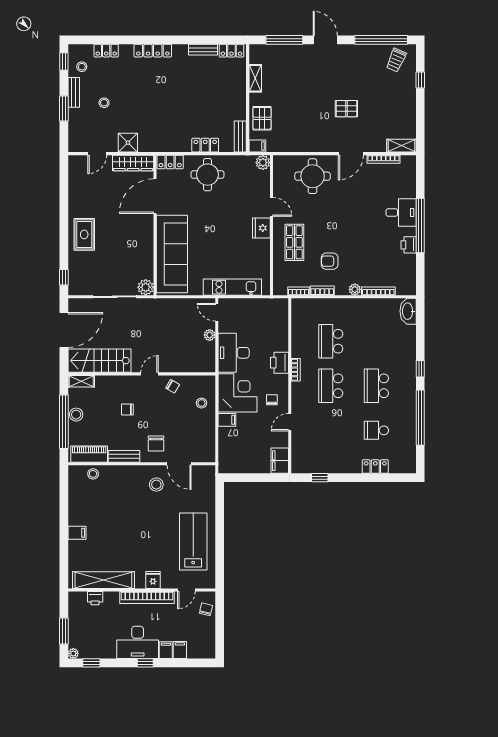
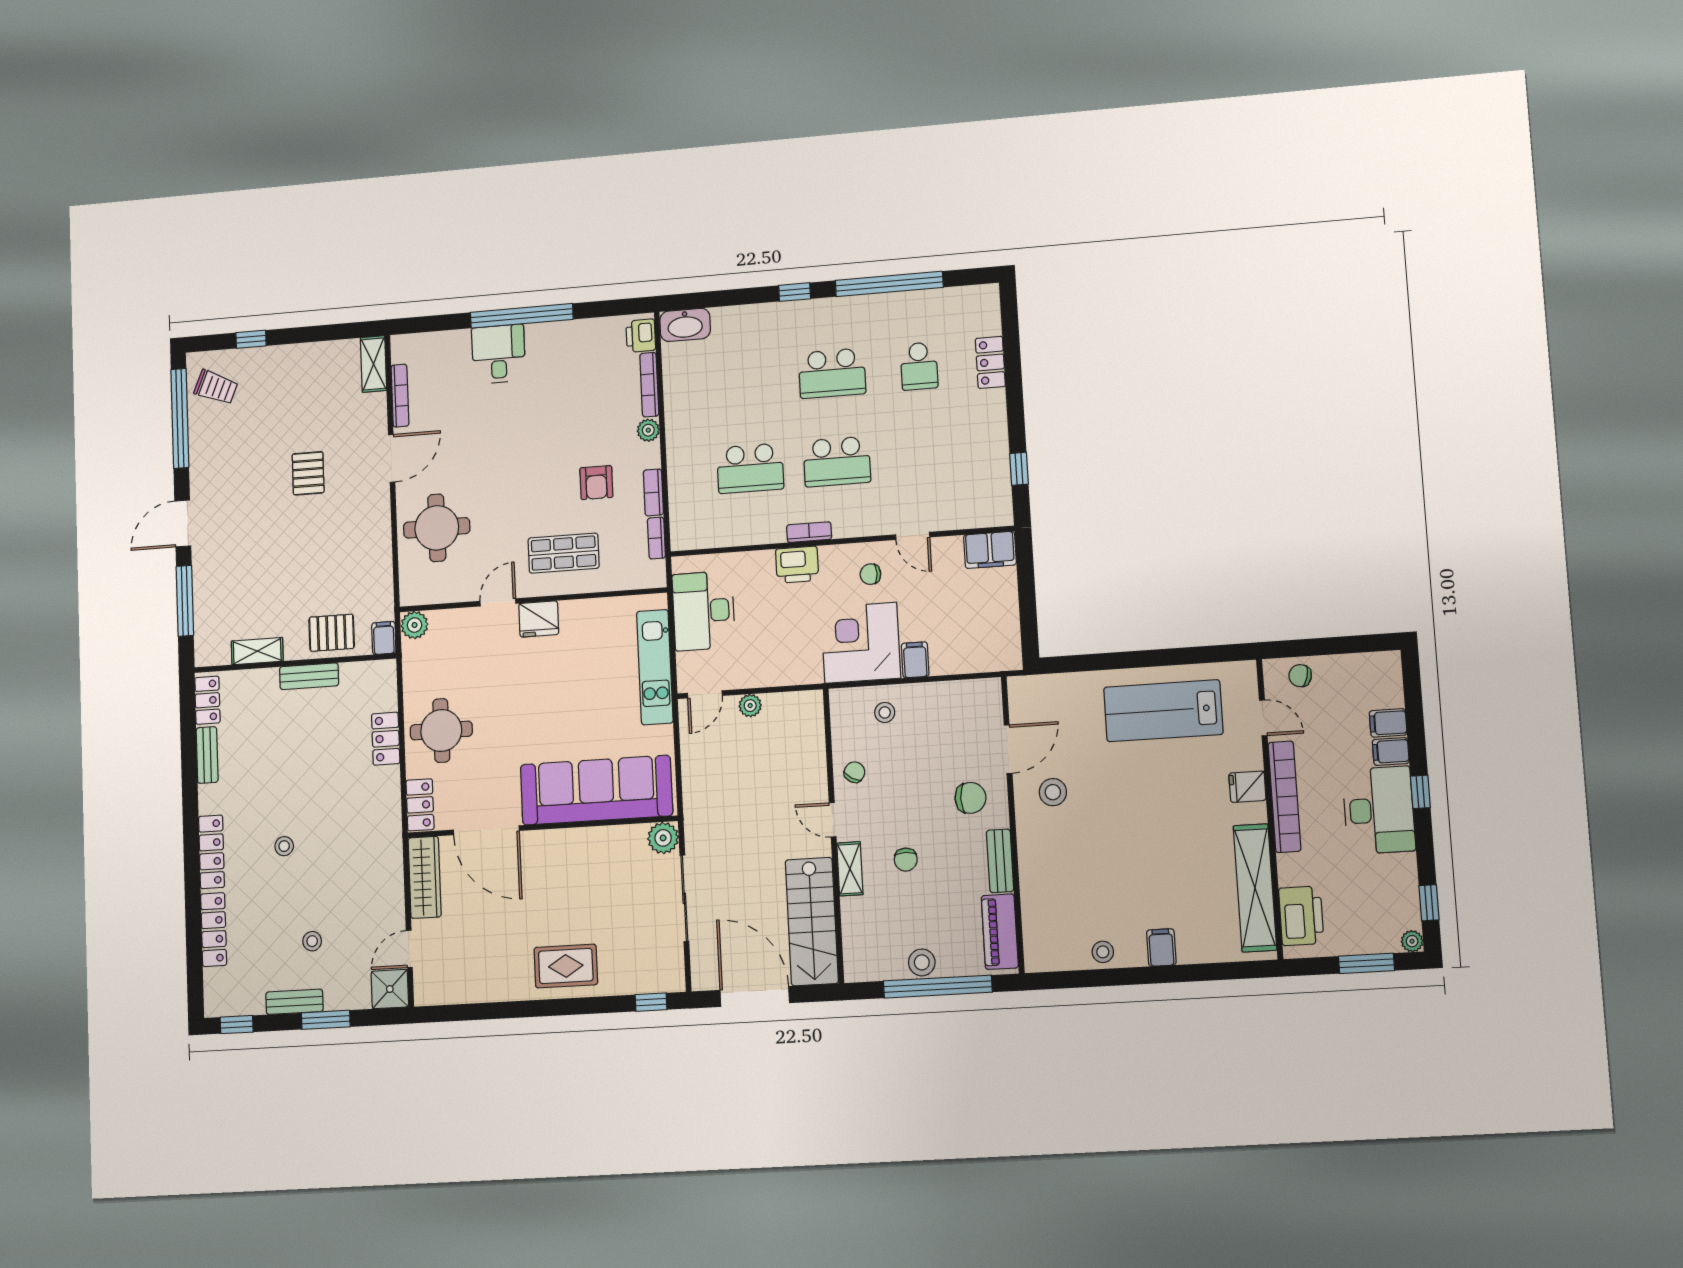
locker: (106, 51) -> (214, 930), width x1.53
stool: (82, 67) -> (284, 846), moved
bench: (240, 137) -> (309, 676), moved
shower: (128, 143) -> (390, 989), moved
door: (97, 154) -> (409, 949), swing flipped
door: (351, 154) -> (392, 458), hinge flipped
printer: (409, 245) -> (641, 336), moved, turned 90
desk: (234, 353) -> (704, 611), moved, turned 90
shelving: (81, 381) -> (850, 869), moved
stool: (93, 474) -> (1103, 952), moved
printer: (95, 598) -> (1301, 916), width x1.87, depth x1.48

